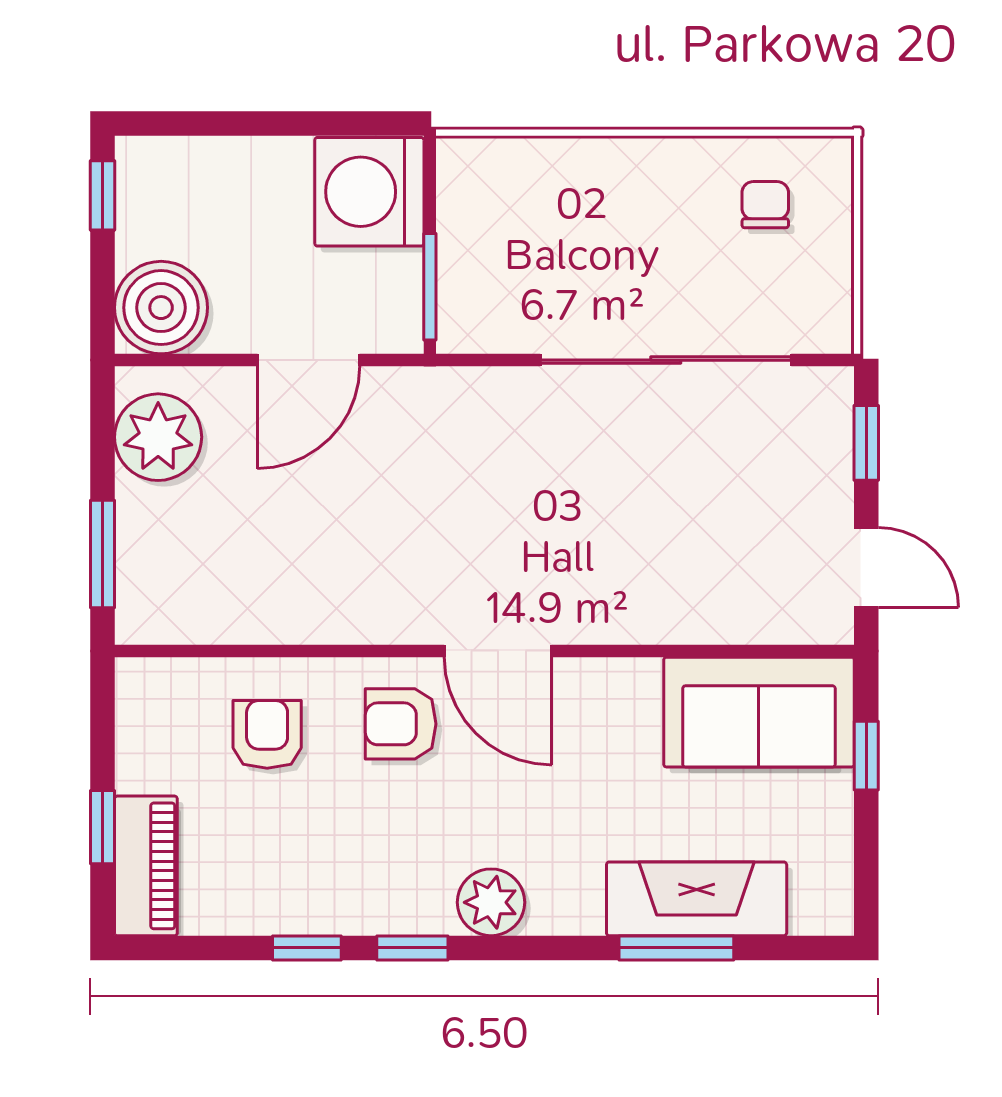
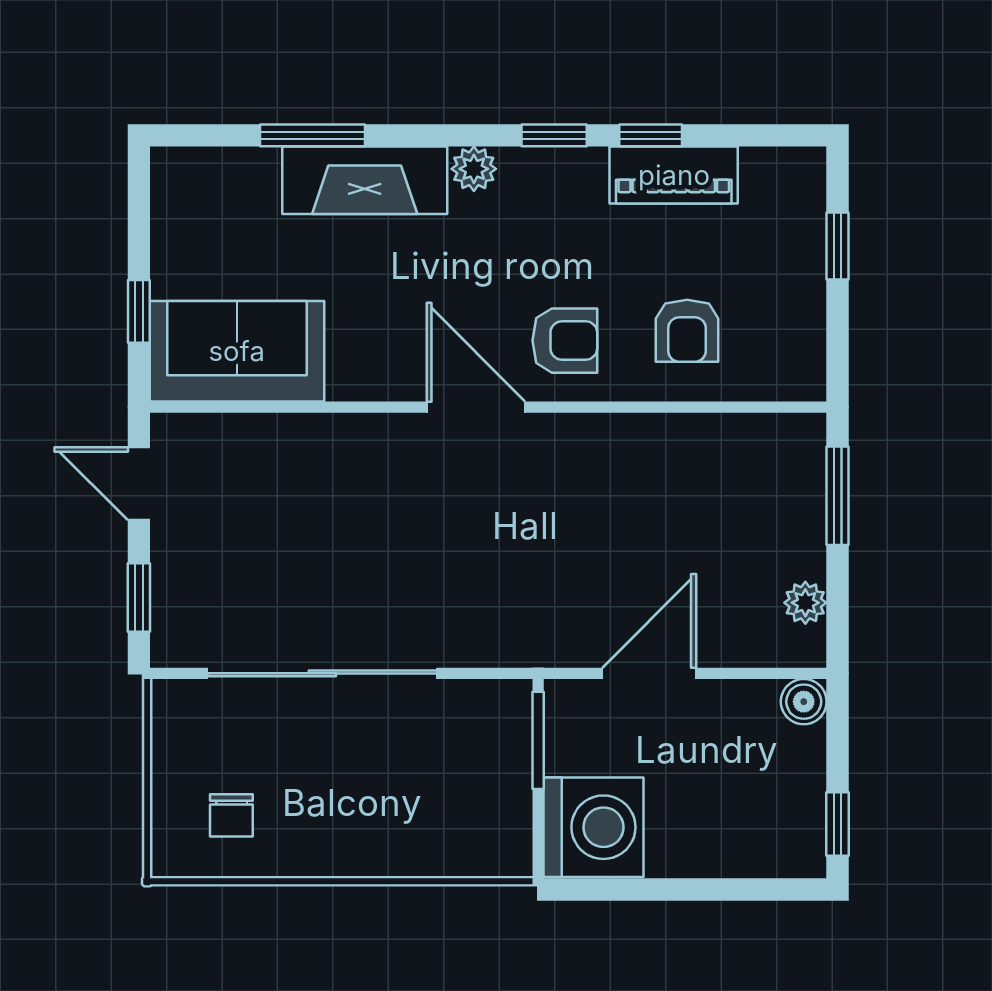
boiler: (161, 308) -> (804, 702), width x0.54, depth x0.54
plant: (158, 437) -> (805, 603), width x0.53, depth x0.53
piano: (146, 866) -> (674, 175), moved, turned -90
fireplace: (697, 899) -> (365, 180), moved
plant: (491, 902) -> (474, 169), width x0.73, depth x0.73

